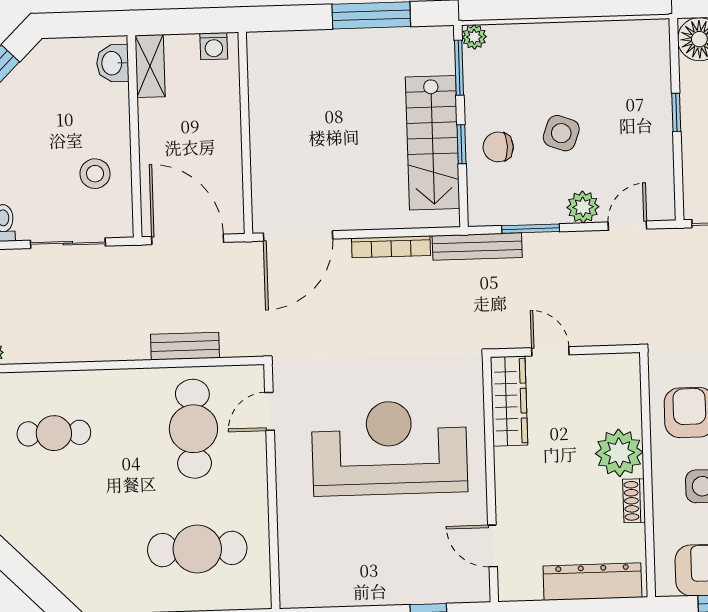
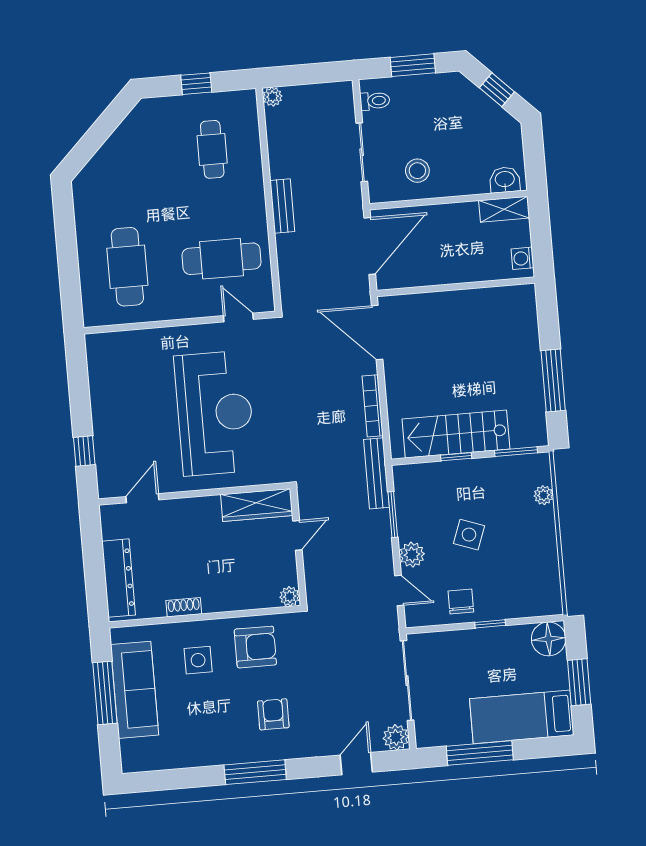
plant: (474, 37) -> (544, 495), moved
chair: (498, 147) -> (461, 602), moved
bench: (185, 346) -> (282, 206), moved
plant: (619, 453) -> (290, 596), moved, width x0.53, depth x0.53

